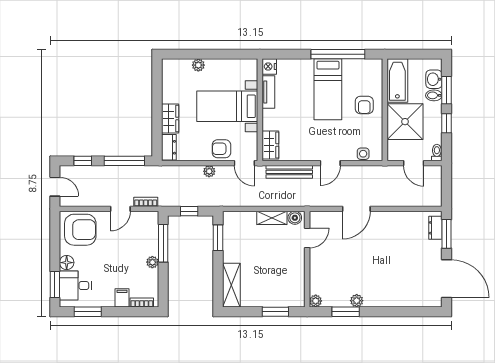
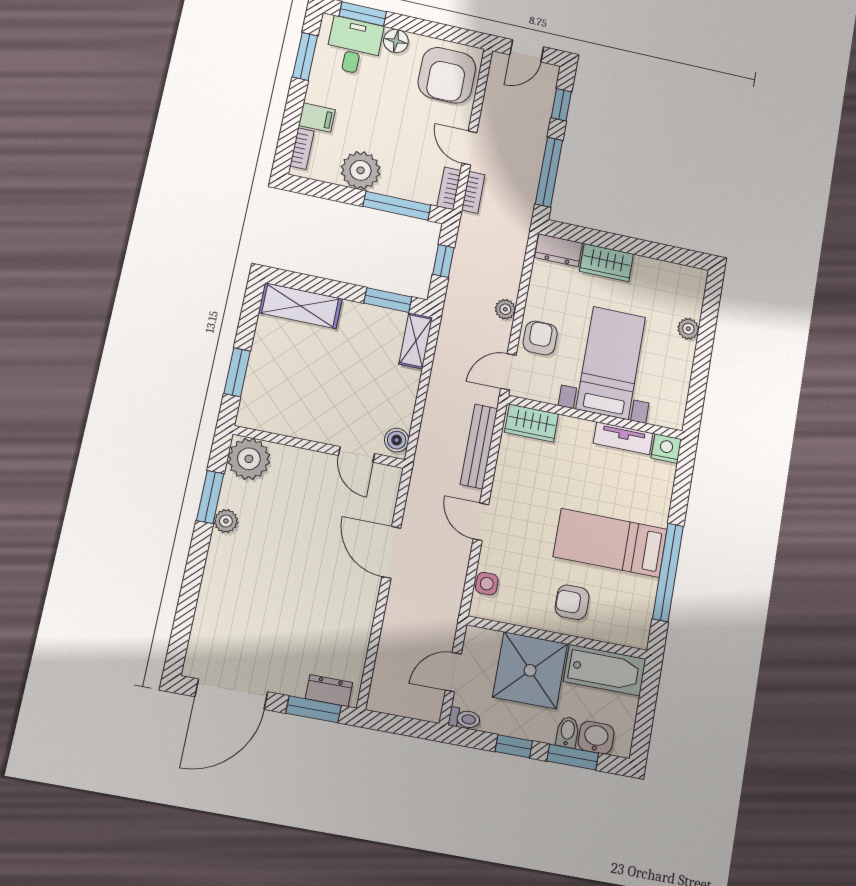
bookcase: (147, 216) -> (449, 188), added
shelving: (272, 218) -> (416, 341), moved
plant: (152, 262) -> (361, 170), width x1.87, depth x1.87
plant: (316, 301) -> (249, 459), width x1.88, depth x1.88

